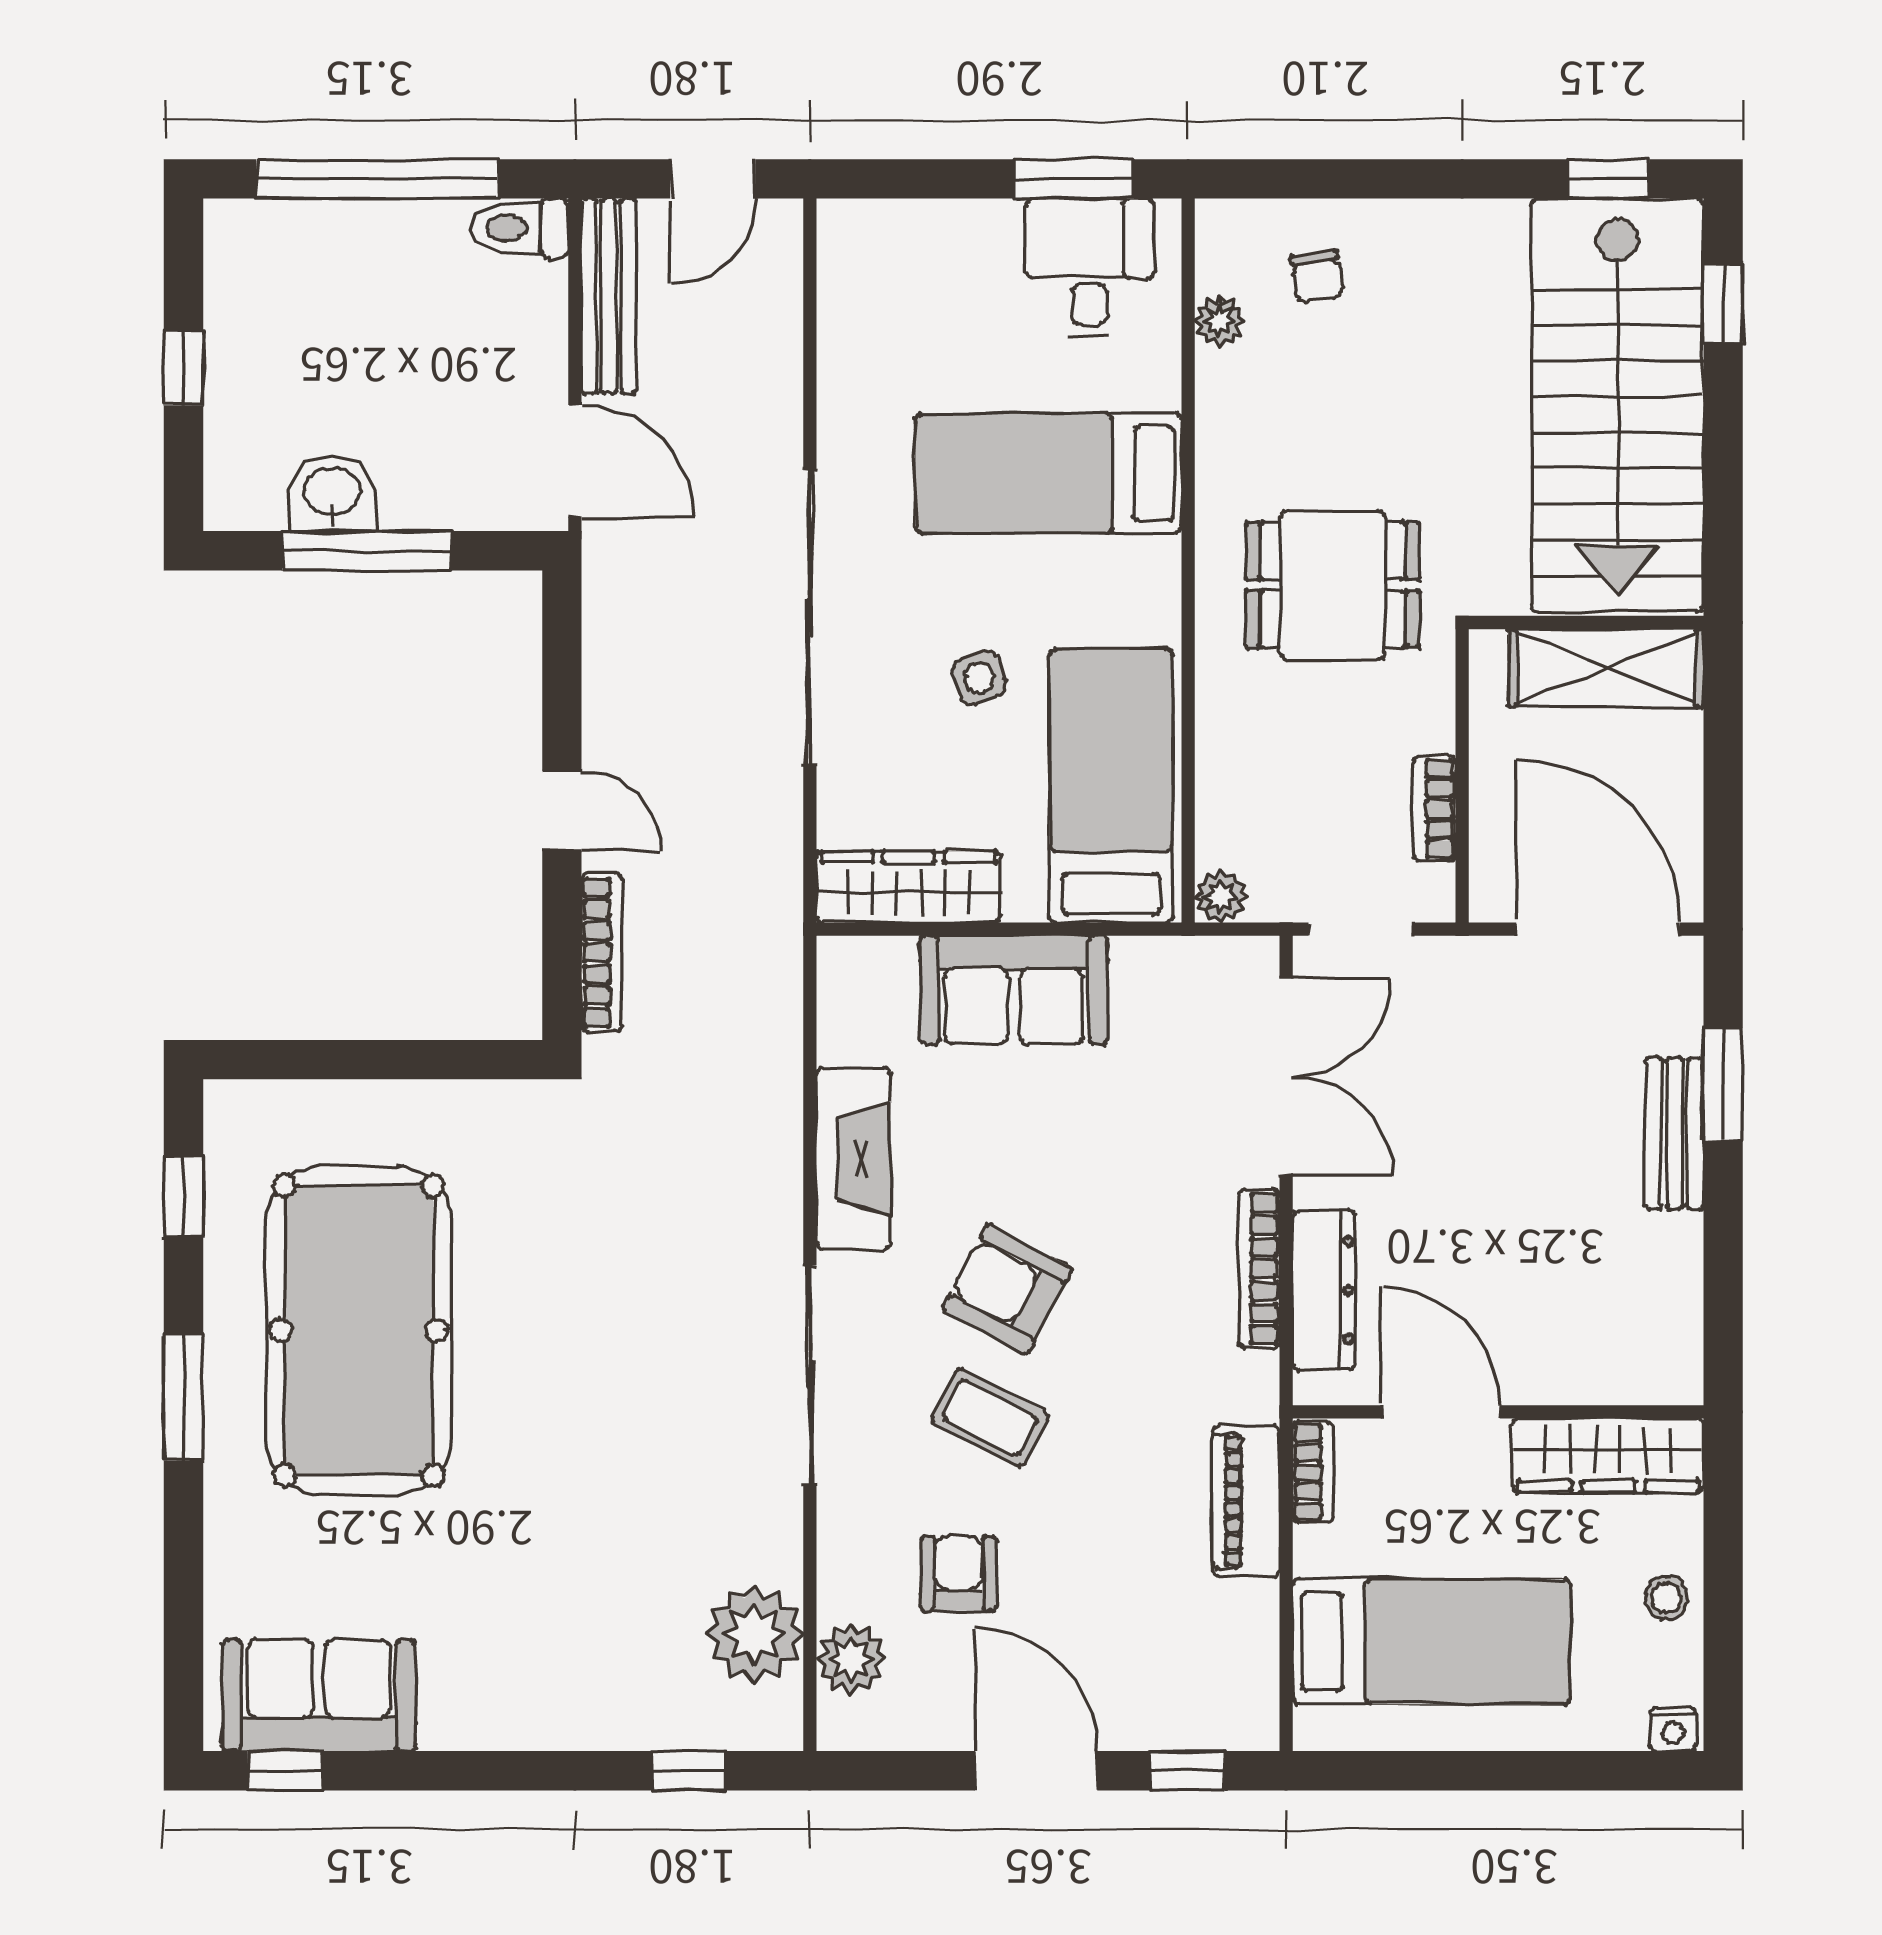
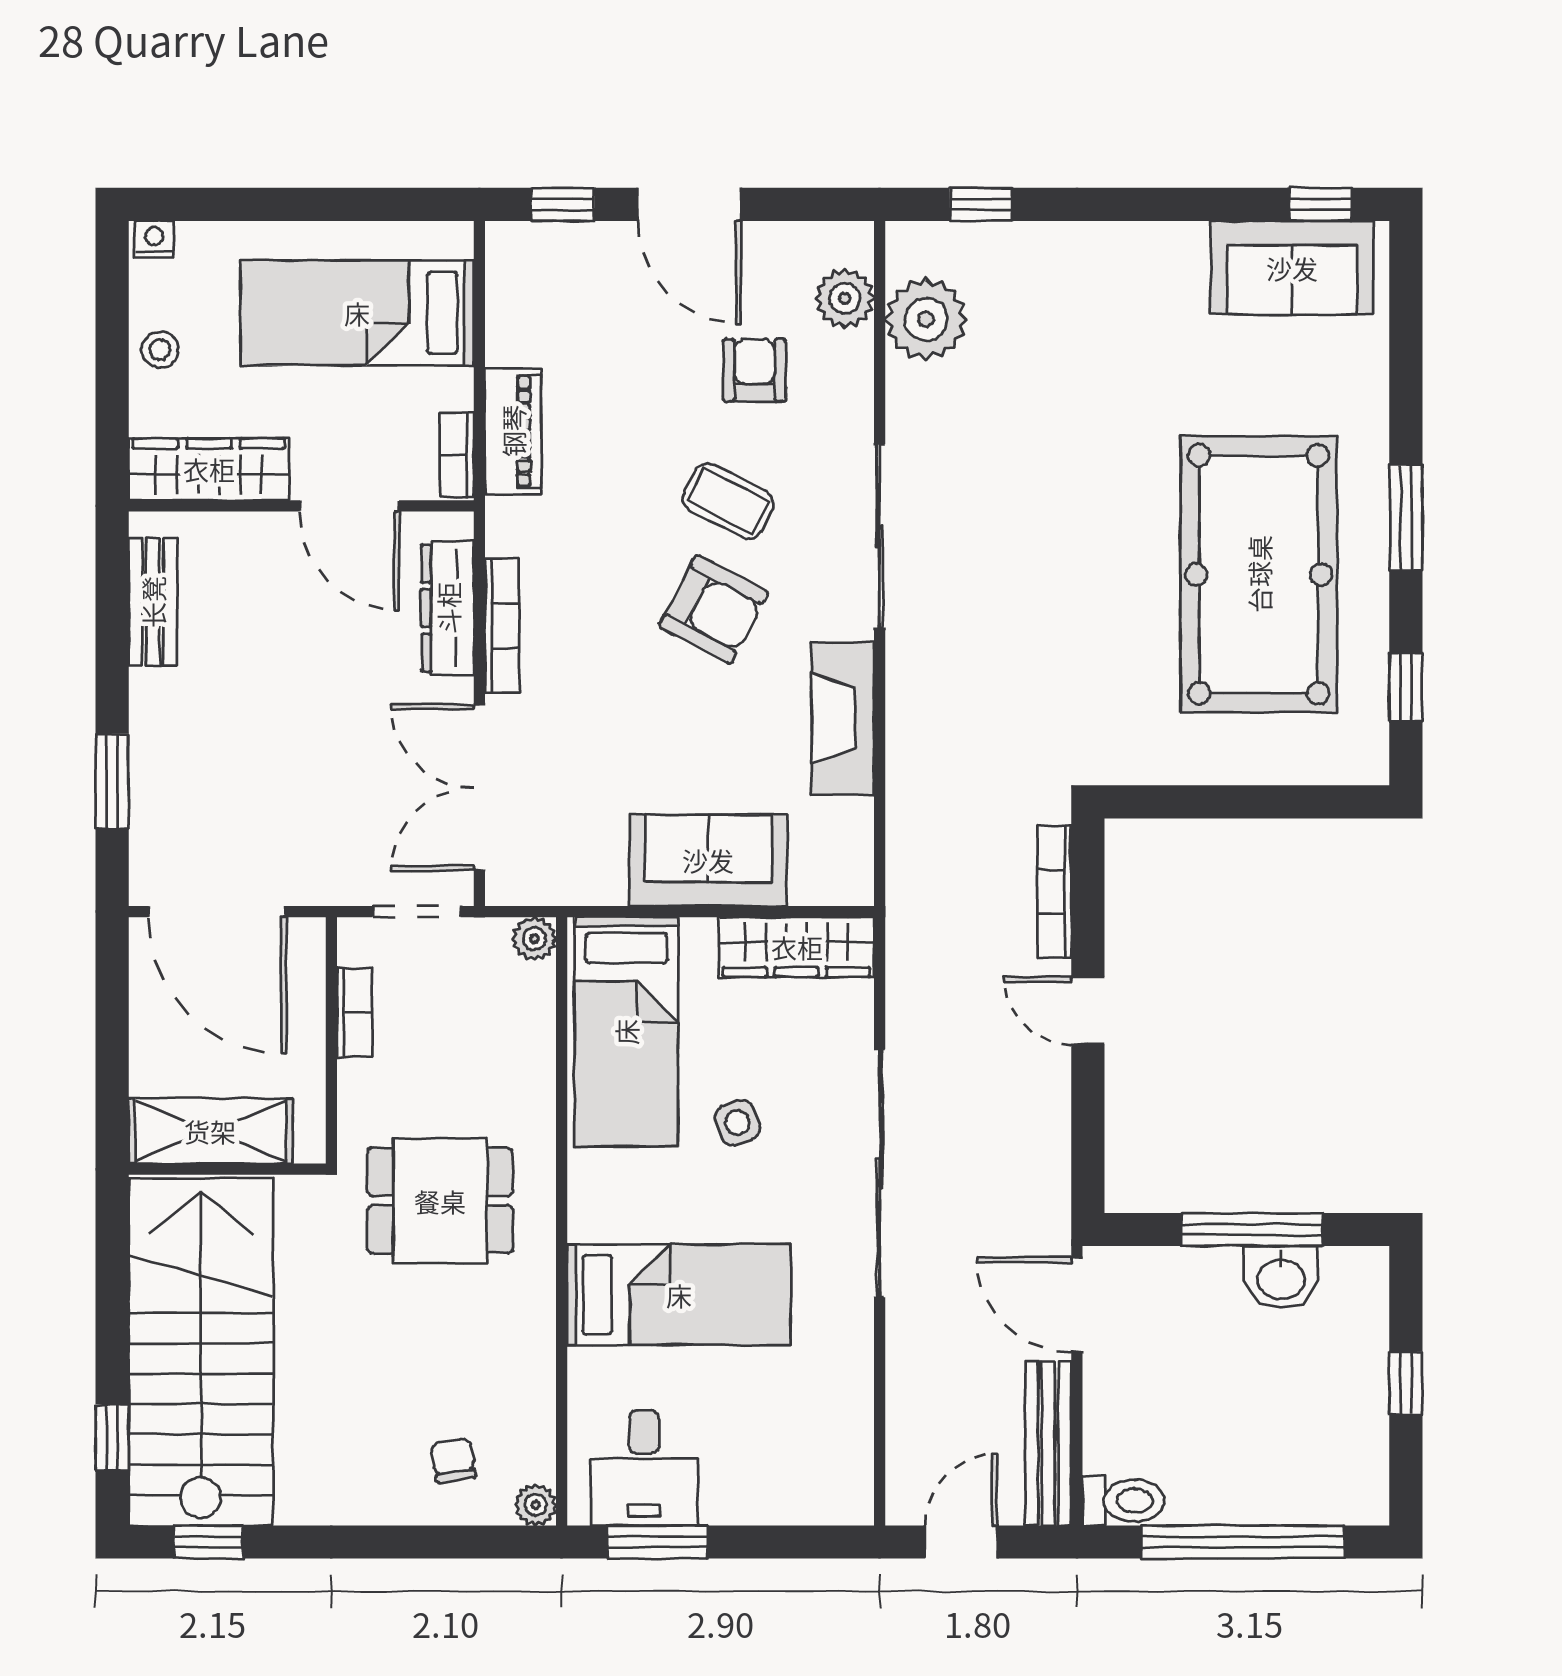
plant: (1219, 321) -> (536, 1505), moved
bench: (1675, 1133) -> (153, 602), moved
armchair: (959, 1573) -> (755, 370), turned 180

